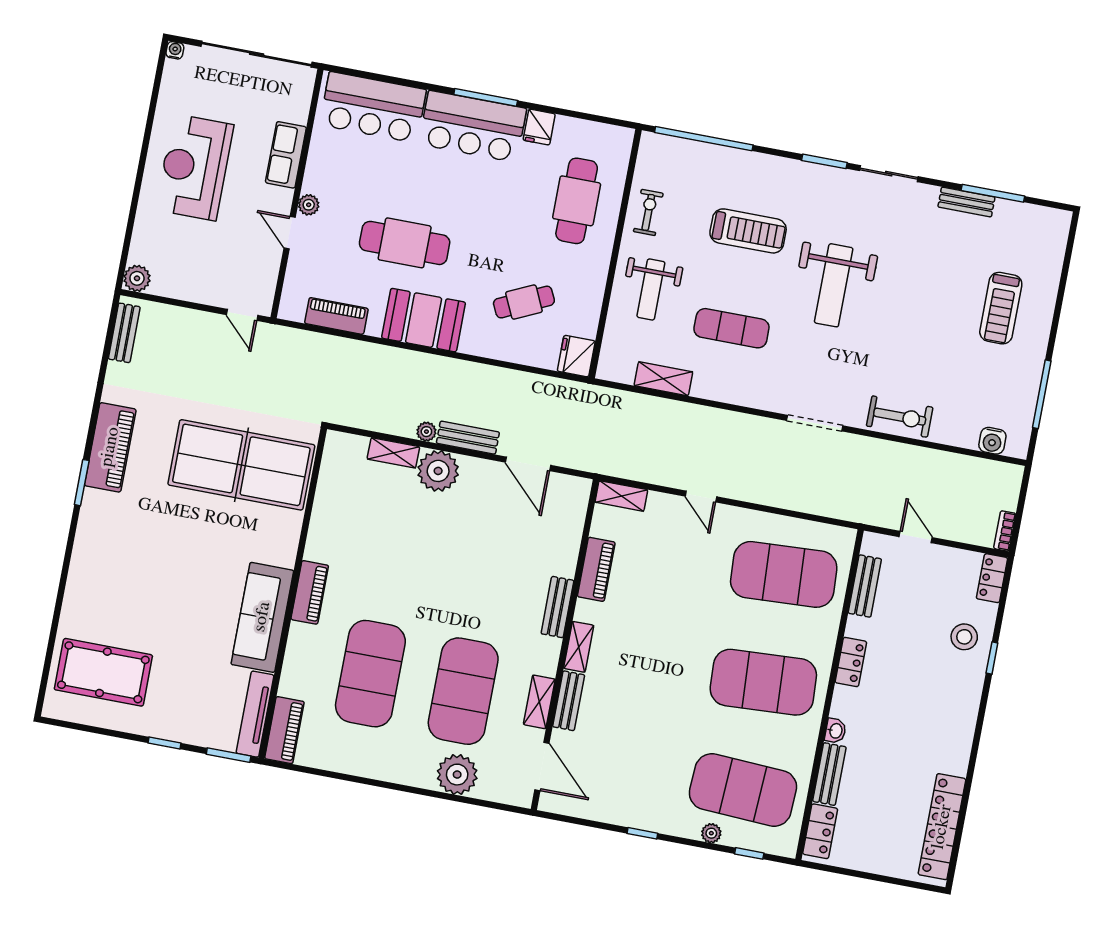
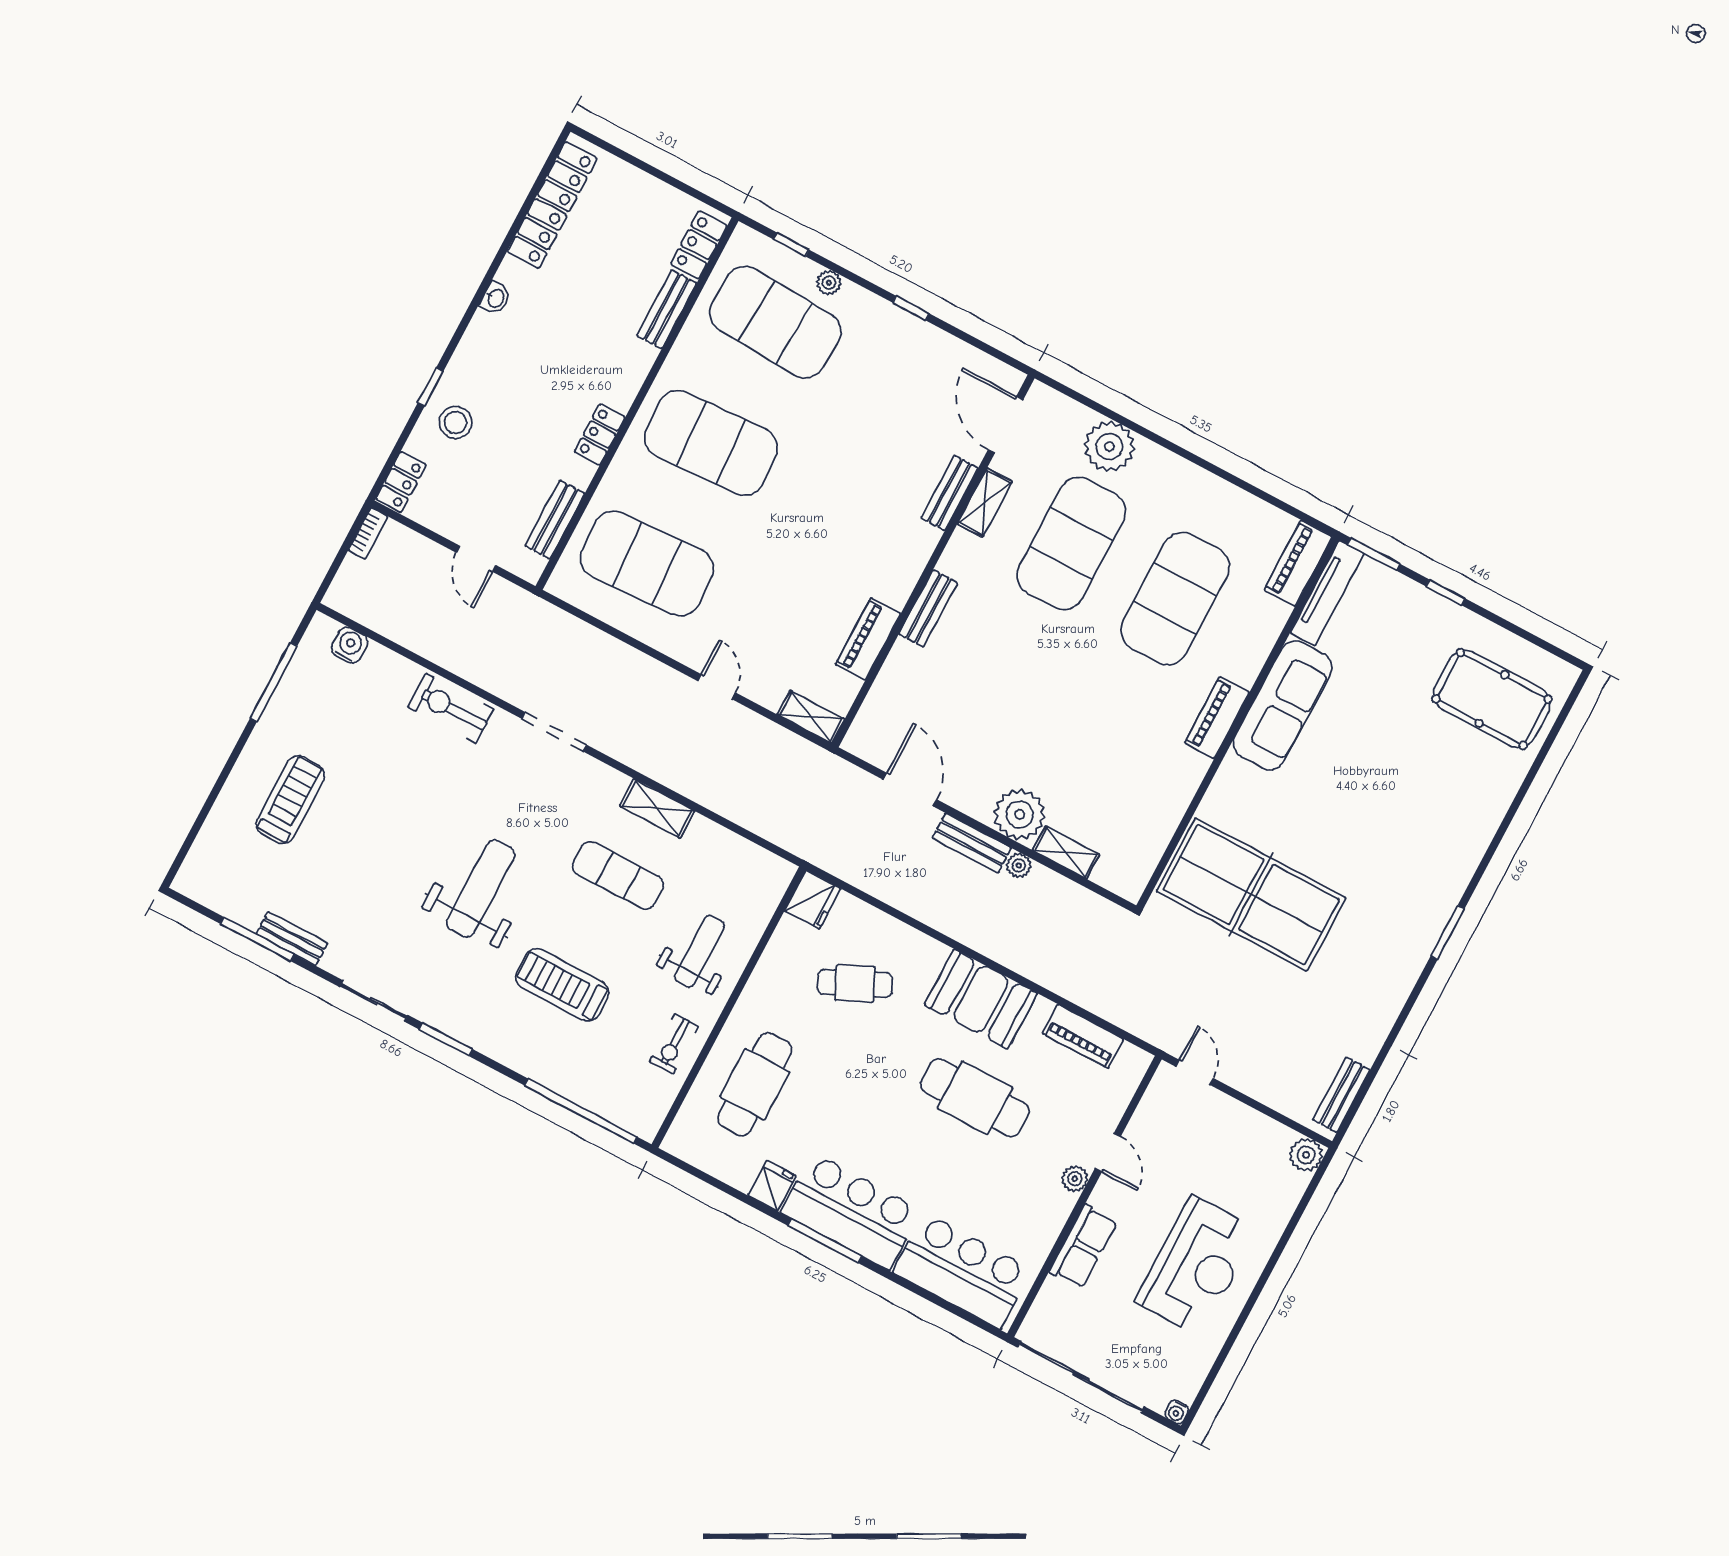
shelving: (663, 379) -> (657, 808), moved
piano: (110, 447) -> (1400, 964), removed
shelving: (579, 647) -> (918, 553), removed
washbasin: (835, 731) -> (495, 298), moved, turned 180

